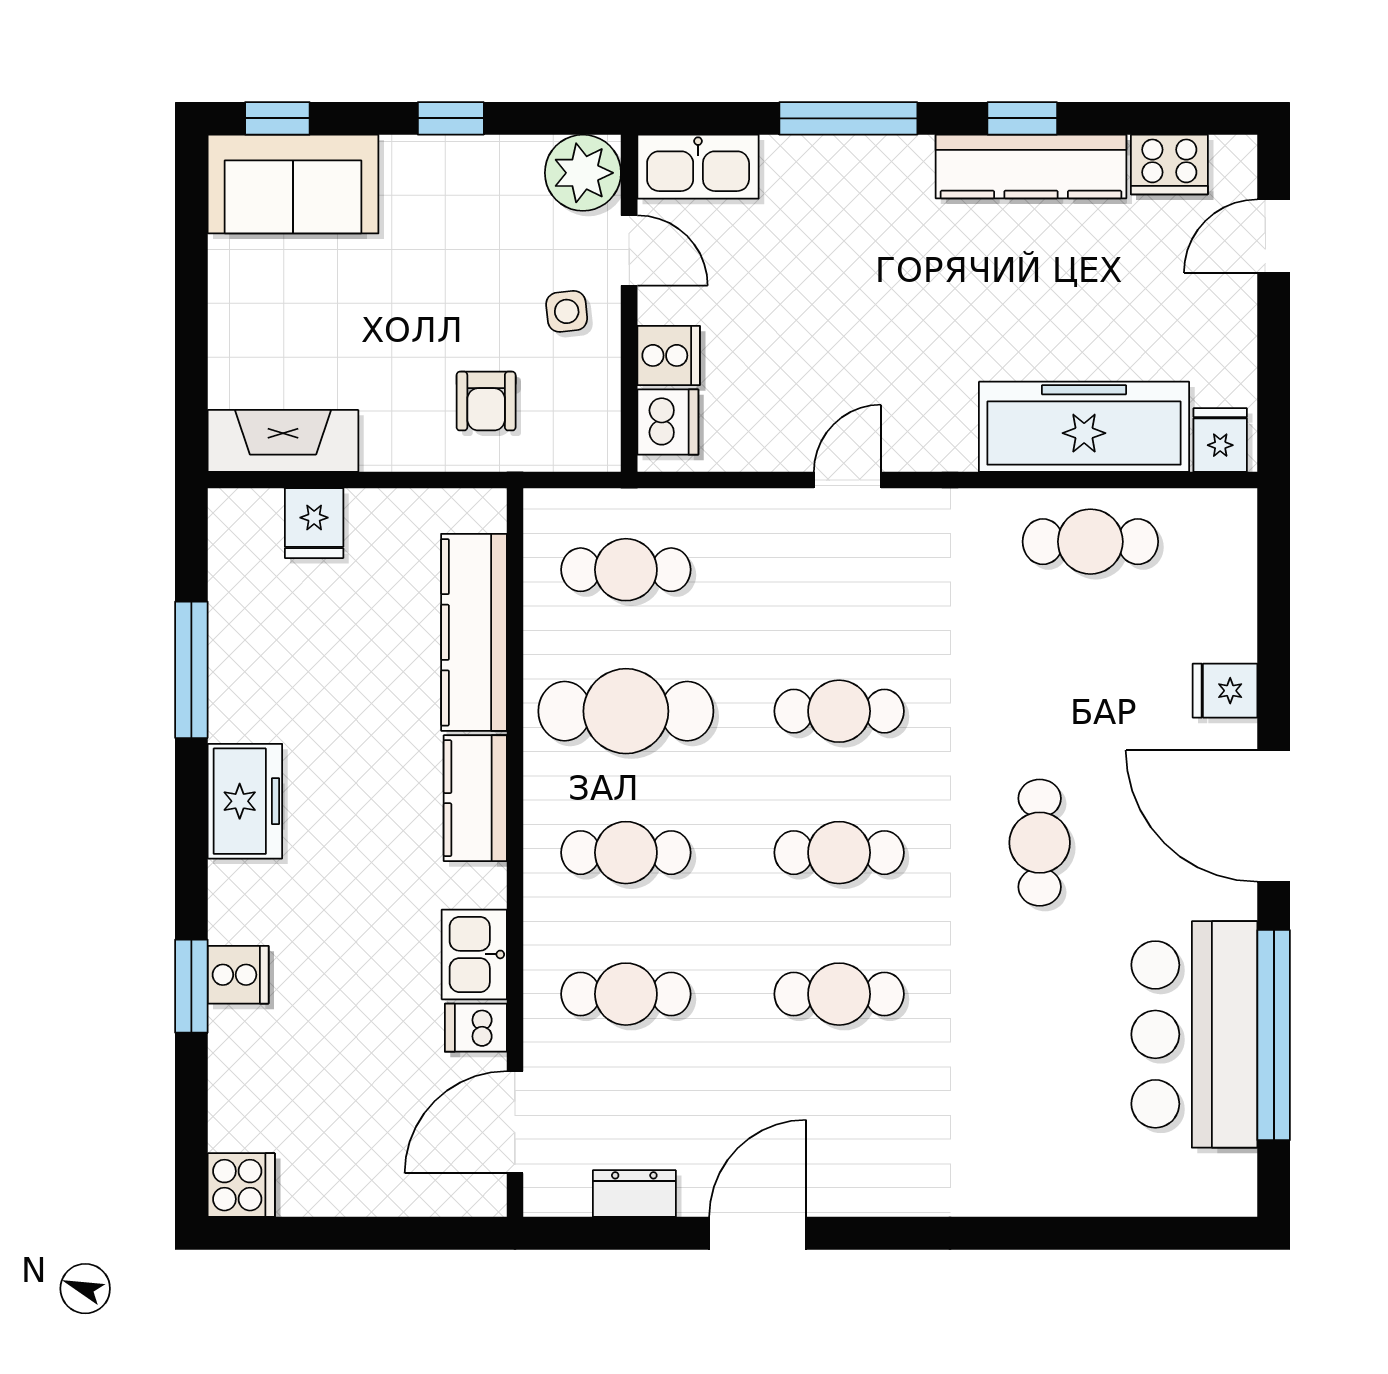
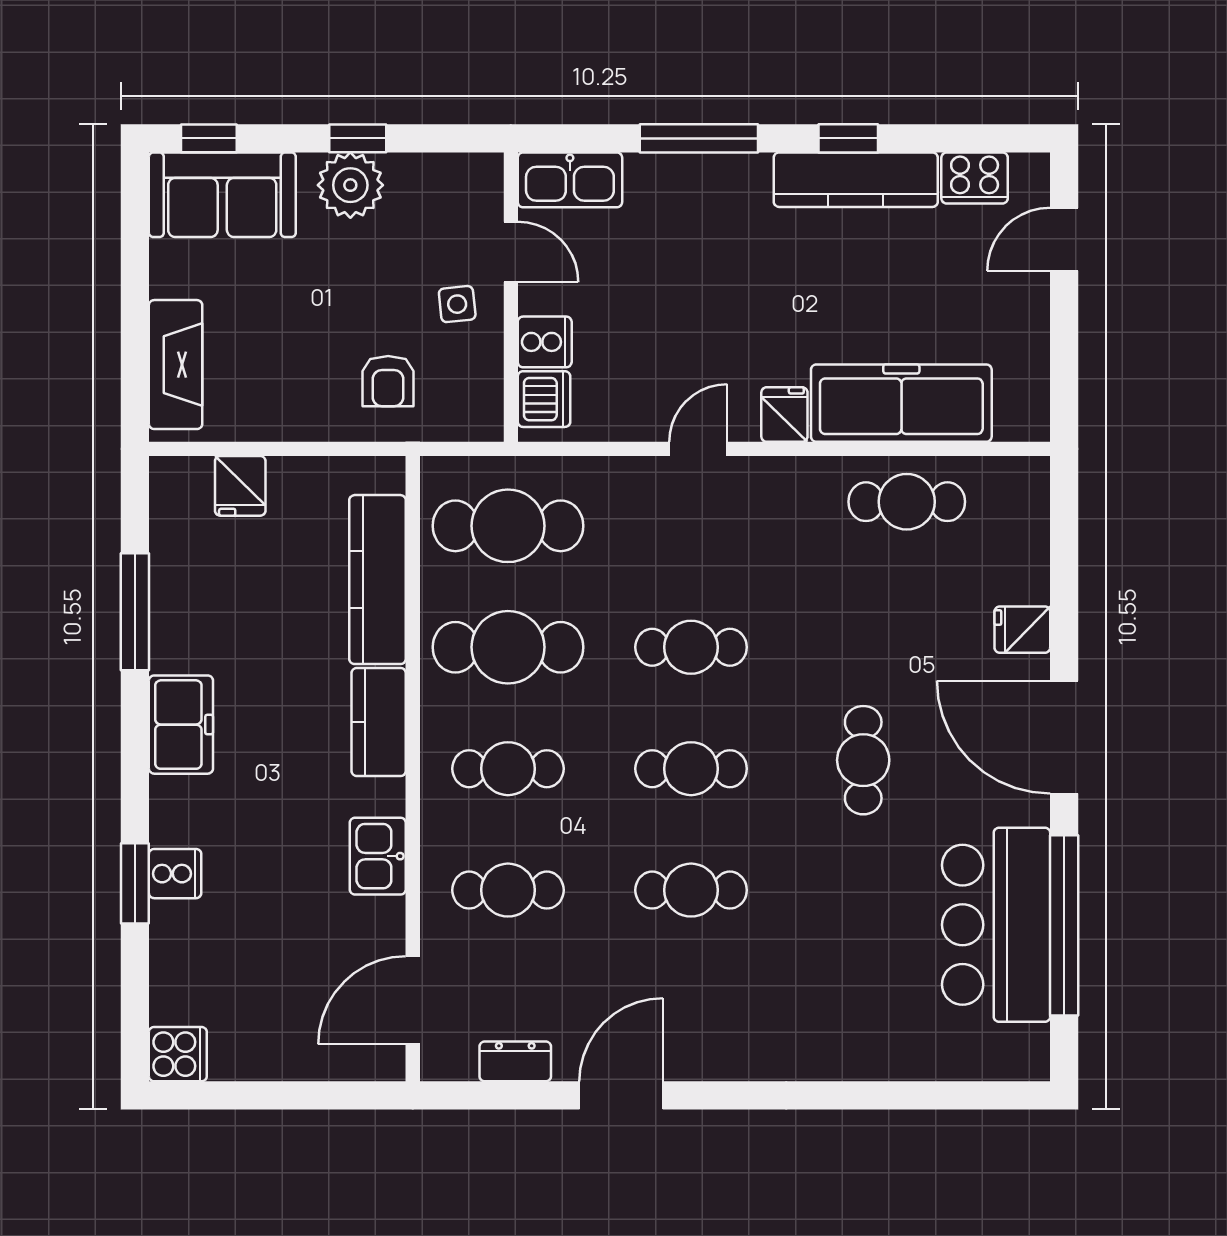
plant: (583, 173) -> (350, 185), moved
fridge: (1220, 440) -> (784, 415), moved
fireplace: (283, 441) -> (176, 365), moved, turned 90
cafe table: (626, 570) -> (508, 526), width x1.37, depth x1.35
dishwasher: (476, 1028) -> (379, 919), removed

